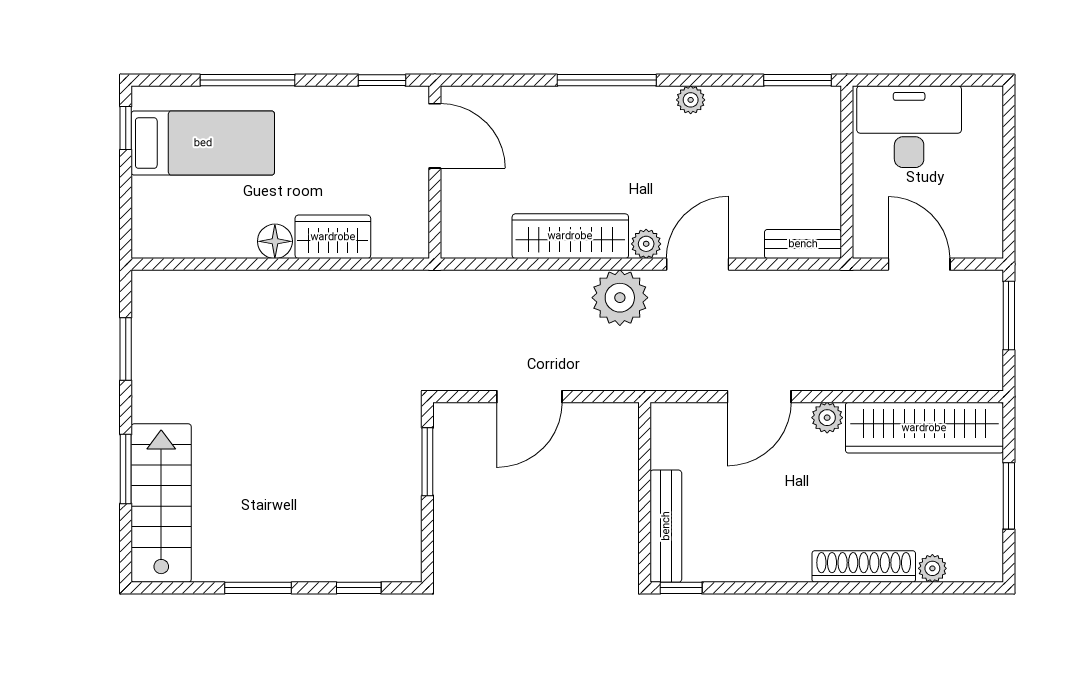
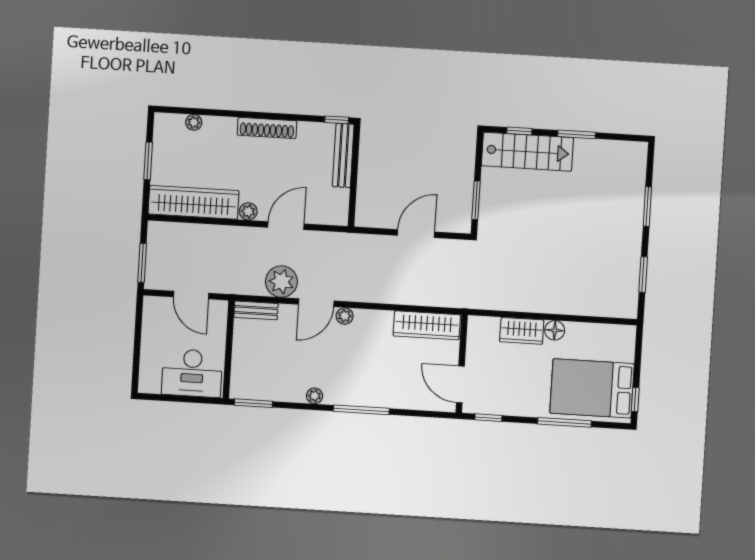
bed: (203, 143) -> (592, 388), width x1.50
wardrobe: (570, 236) -> (427, 325), moved
plant: (620, 298) -> (281, 282), moved
stairs: (161, 503) -> (527, 152), moved, turned -90
shoe rack: (864, 566) -> (267, 128), moved

